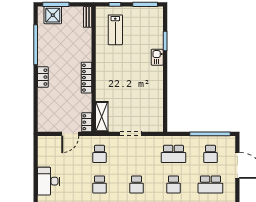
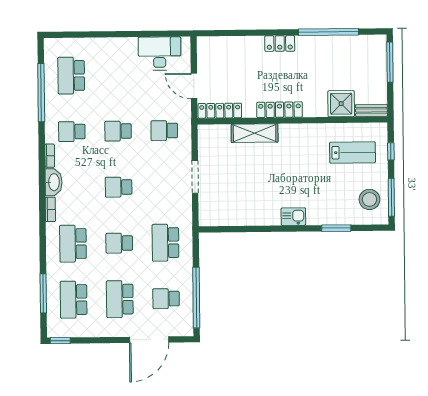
shower: (53, 15) -> (341, 104), moved
stool: (146, 19) -> (369, 199), added
lab bench: (115, 30) -> (353, 153), turned 180
kitchen sink: (157, 57) -> (293, 217), moved
shelving: (102, 117) -> (255, 133), moved
locker: (87, 122) -> (220, 111), width x1.53
desk: (49, 181) -> (160, 53), moved

